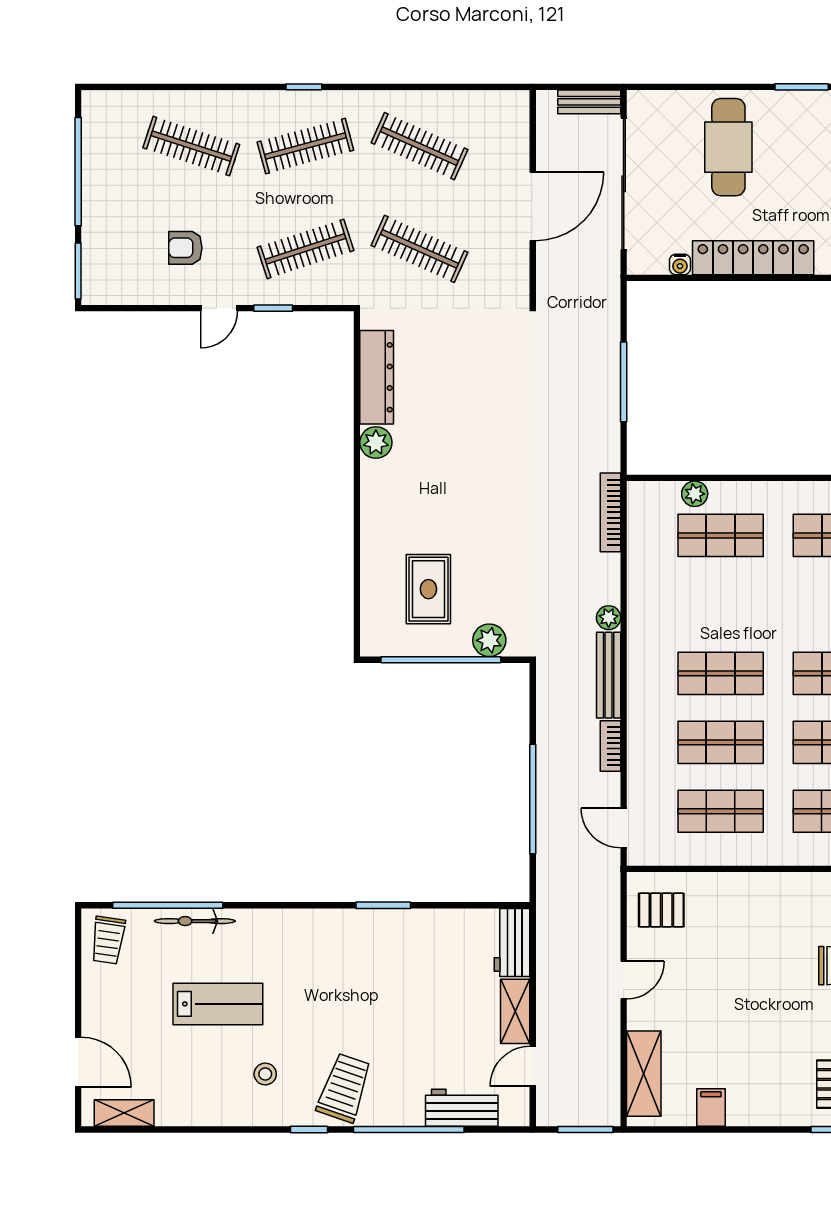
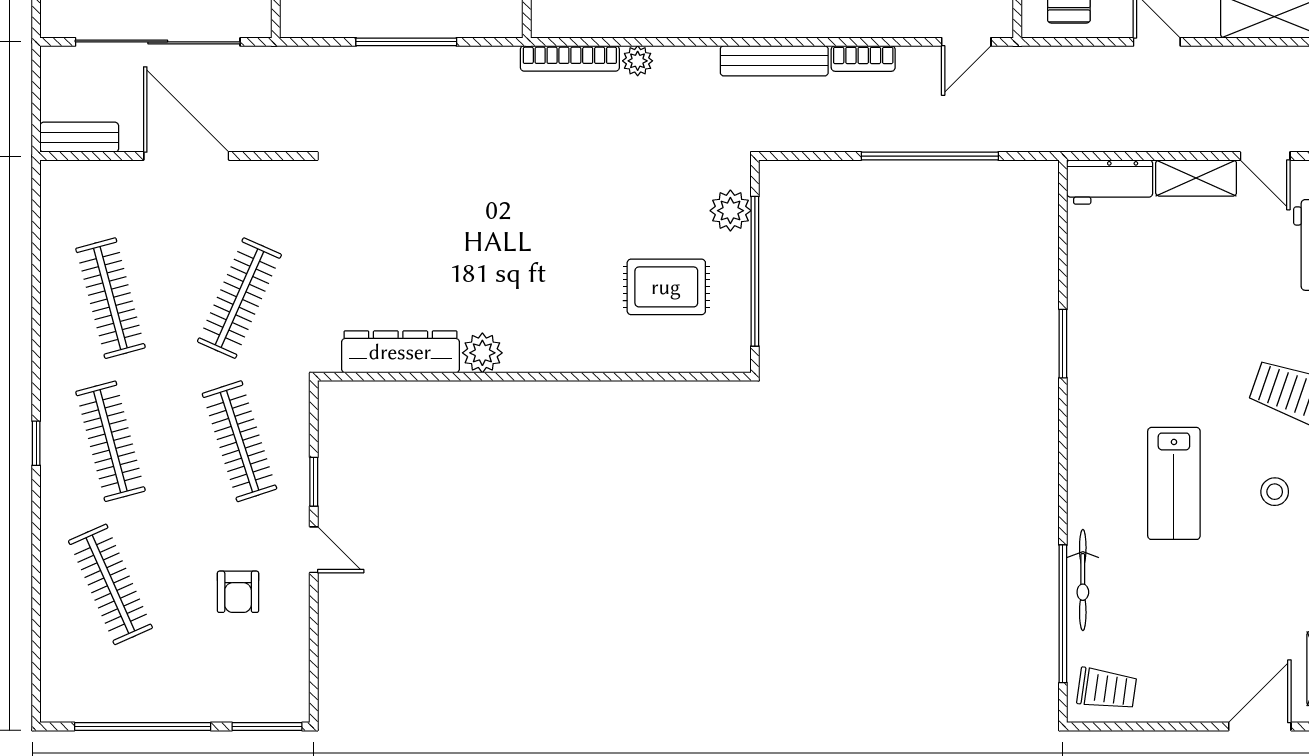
bench: (589, 102) -> (79, 137), moved, turned 90
clothes rail: (191, 146) -> (110, 584), turned -42
clothes rail: (419, 146) -> (110, 298), turned -39
plant: (609, 618) -> (638, 61), moved
lab bench: (218, 1004) -> (1174, 483), moved, turned 180

